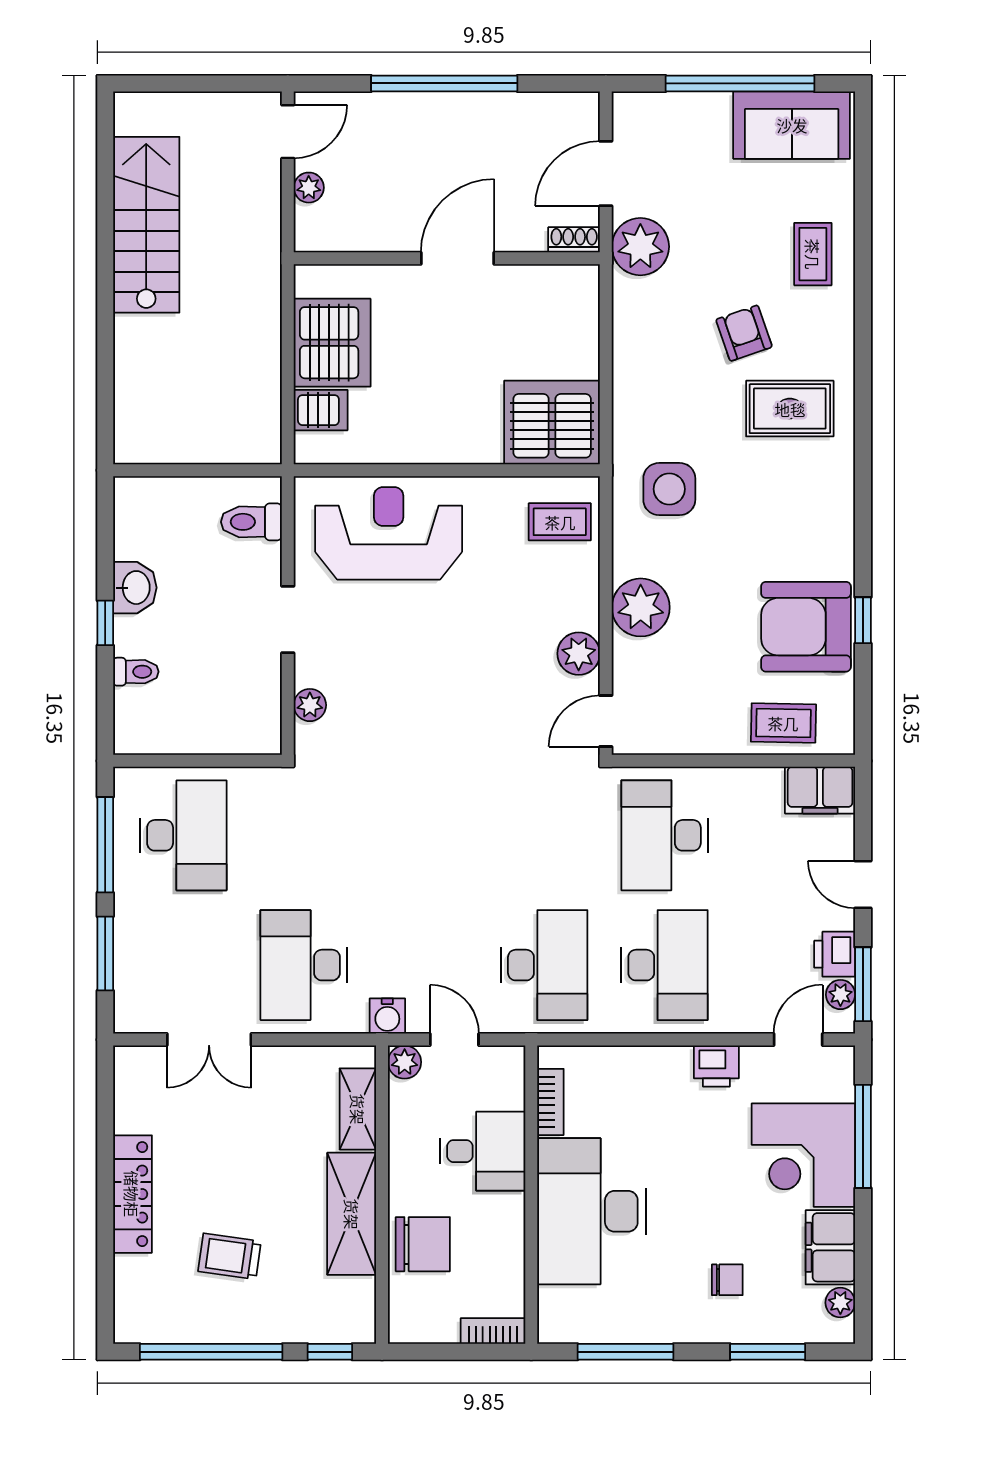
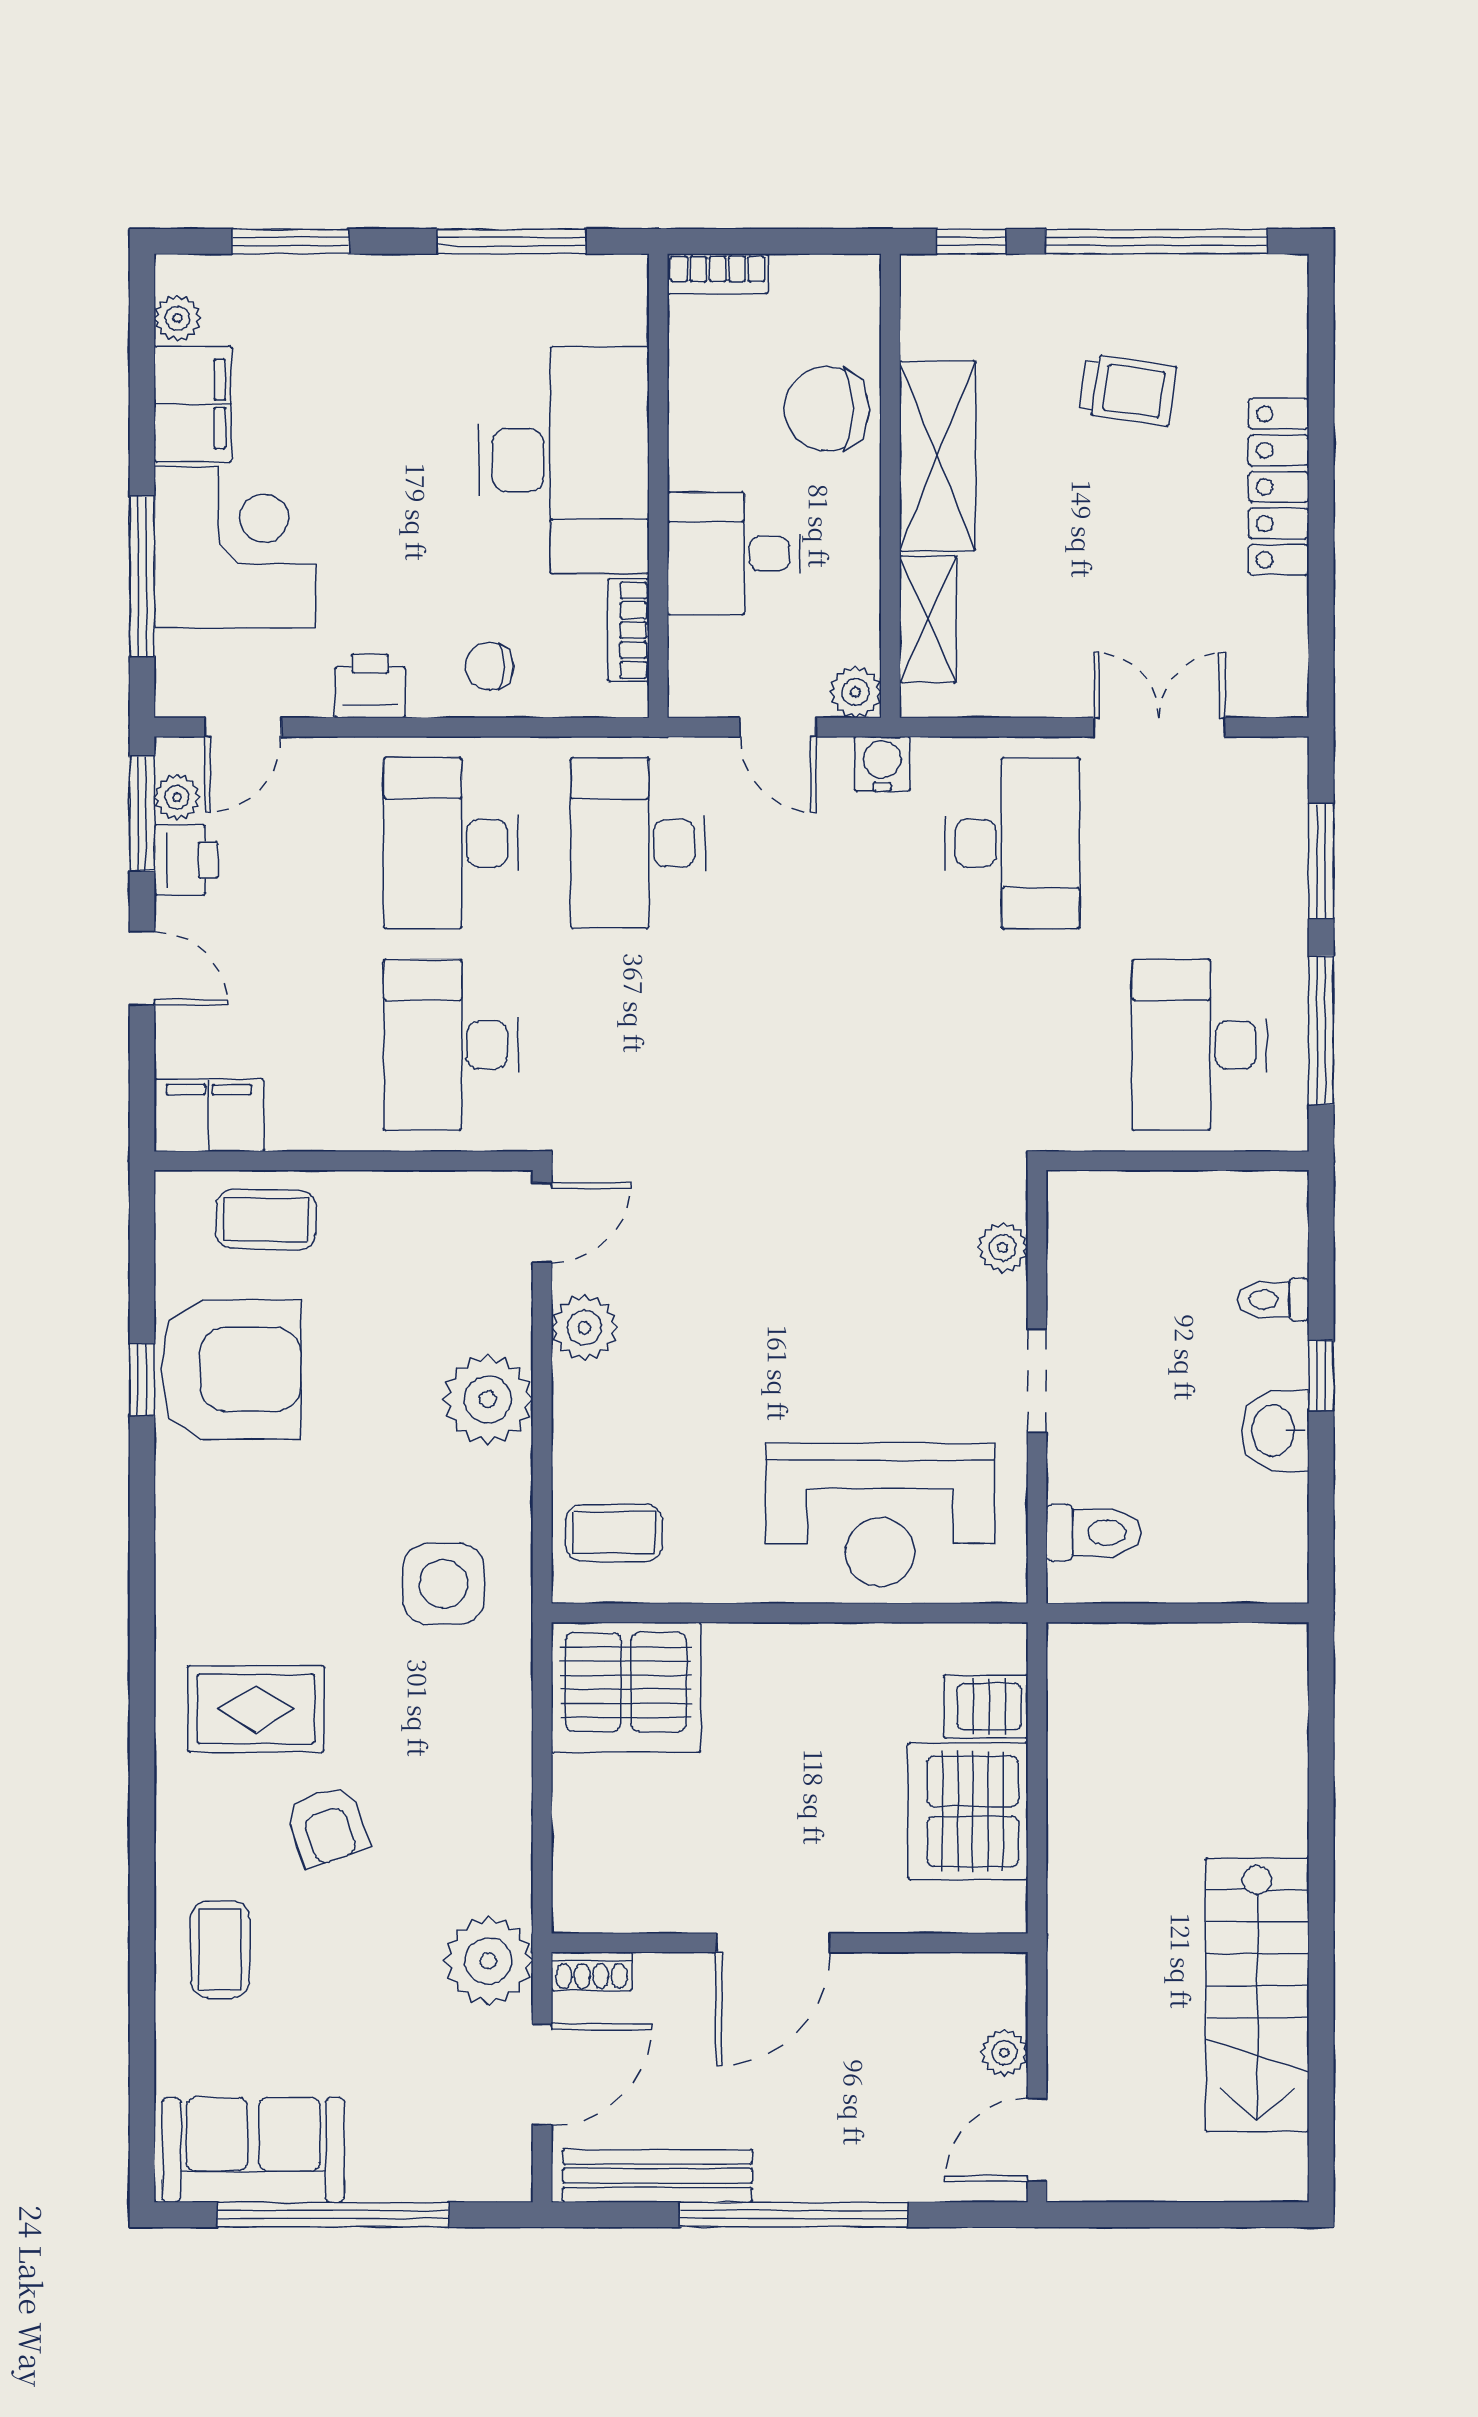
bench: (532, 108) -> (657, 2176), added
desk: (665, 835) -> (451, 1045), turned 180
chair: (727, 1280) -> (490, 666), moved

